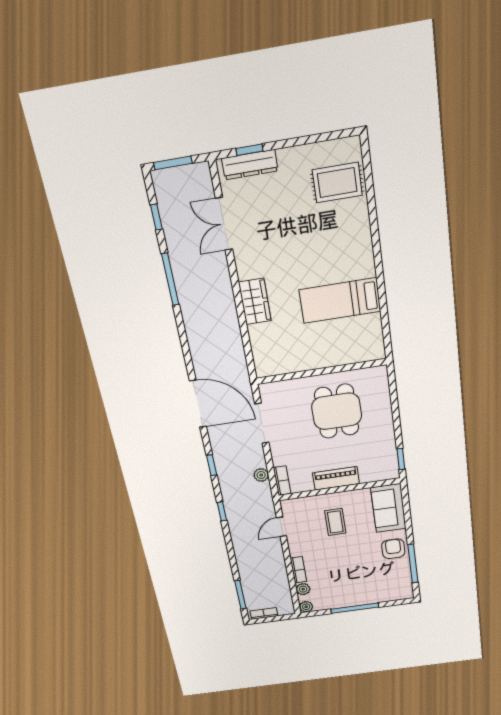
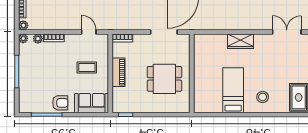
stool: (345, 248) -> (263, 97), added
plant: (261, 475) -> (23, 25), moved

